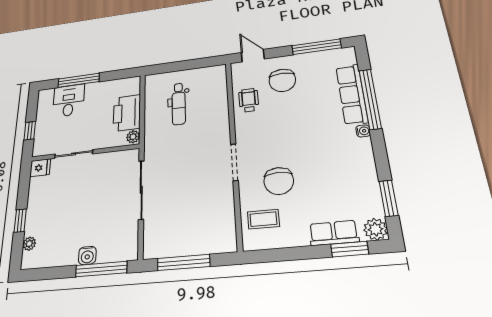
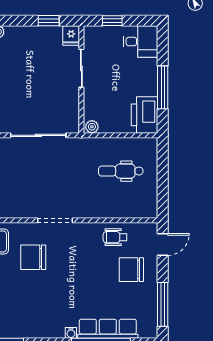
window: (79, 80) -> (163, 87), moved
wheelchair: (249, 100) -> (115, 237), turned 180
desk: (69, 101) -> (141, 41), moved
printer: (127, 113) -> (145, 115), moved, turned -90
window: (20, 221) -> (49, 21), moved

